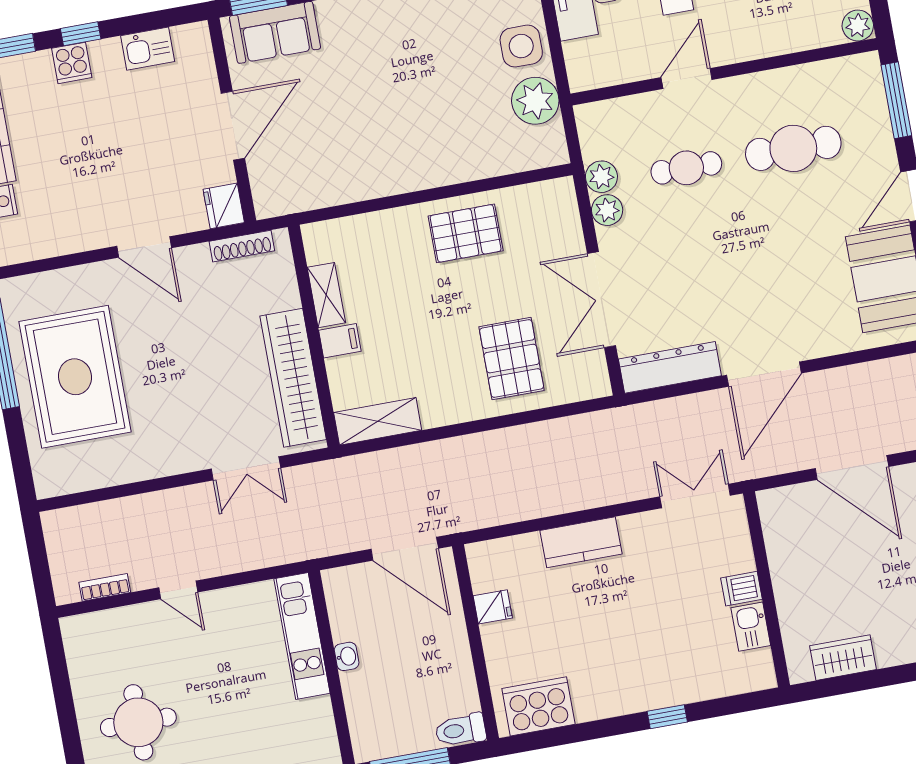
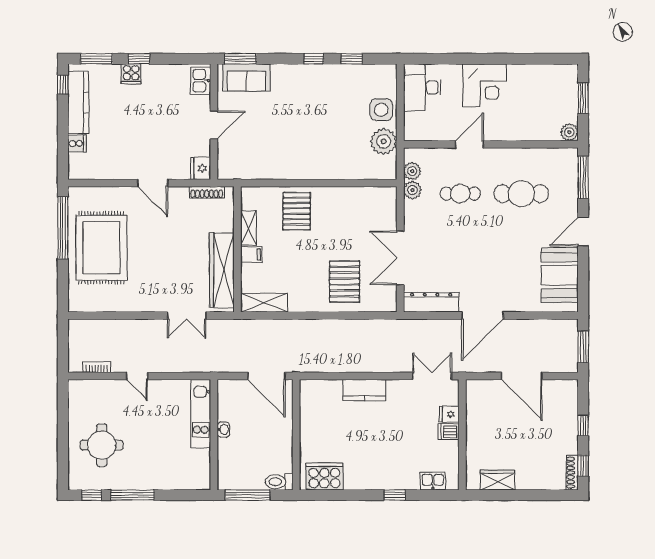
kitchen sink: (148, 49) -> (201, 81), moved, turned 90
door: (233, 126) -> (214, 125), width x0.73
plant: (607, 210) -> (412, 171), moved
pallet: (466, 233) -> (297, 211), moved, turned 90
fridge: (493, 607) -> (449, 414), moved, turned 180
kitchen sink: (751, 627) -> (433, 481), moved, turned 90

